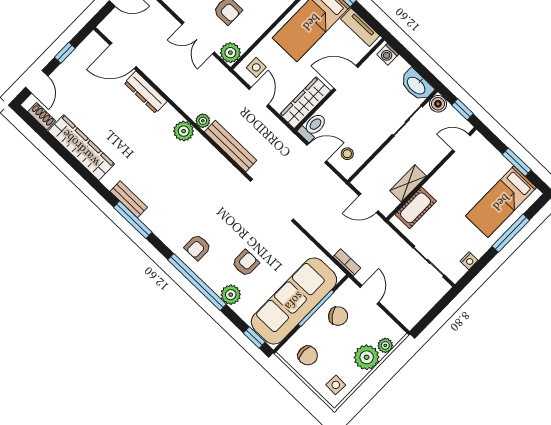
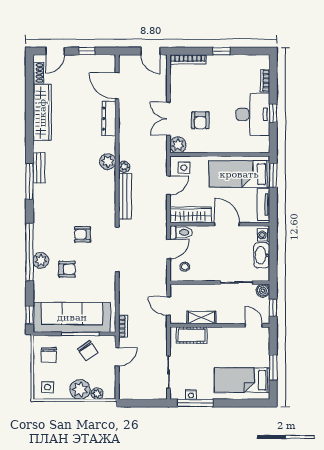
washbasin: (417, 85) -> (262, 255), moved
door: (317, 153) -> (168, 249), hinge flipped
window: (511, 233) -> (195, 403), moved
armchair: (198, 247) -> (83, 234), moved
plant: (231, 295) -> (41, 260), moved

